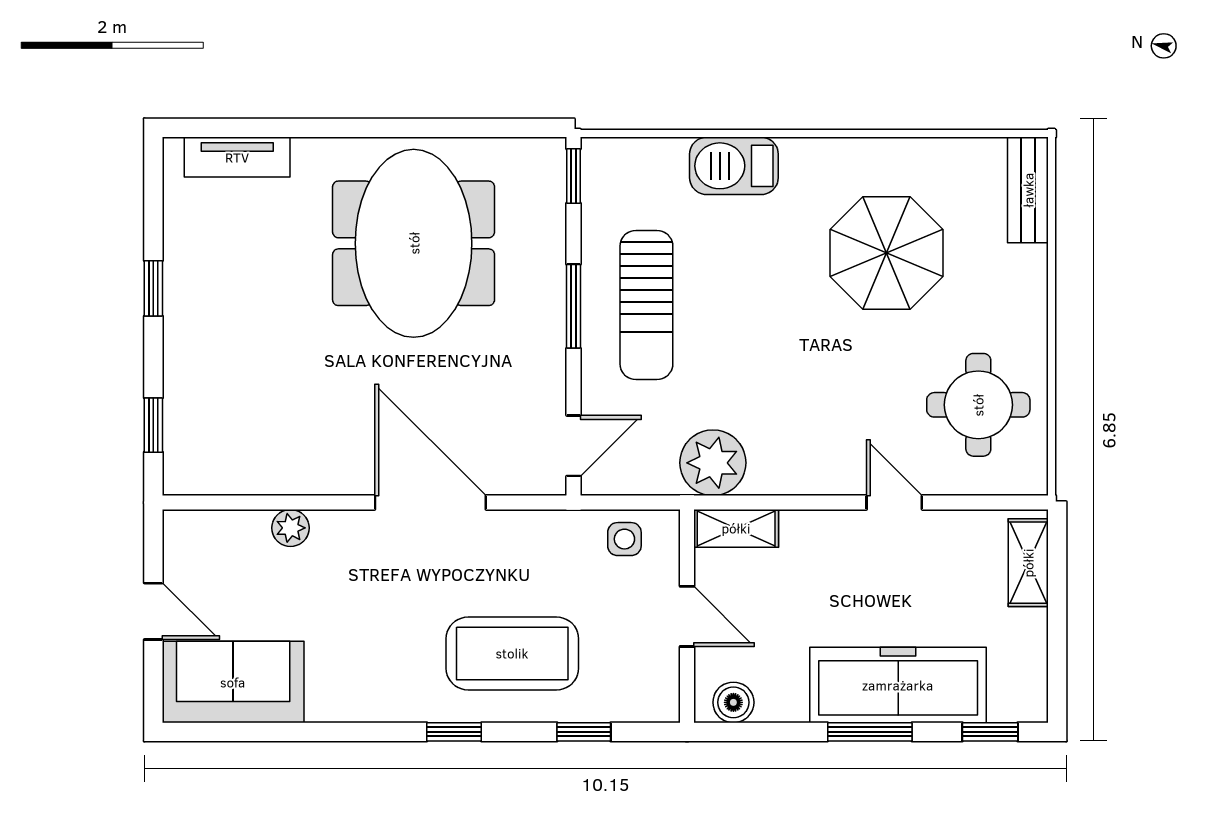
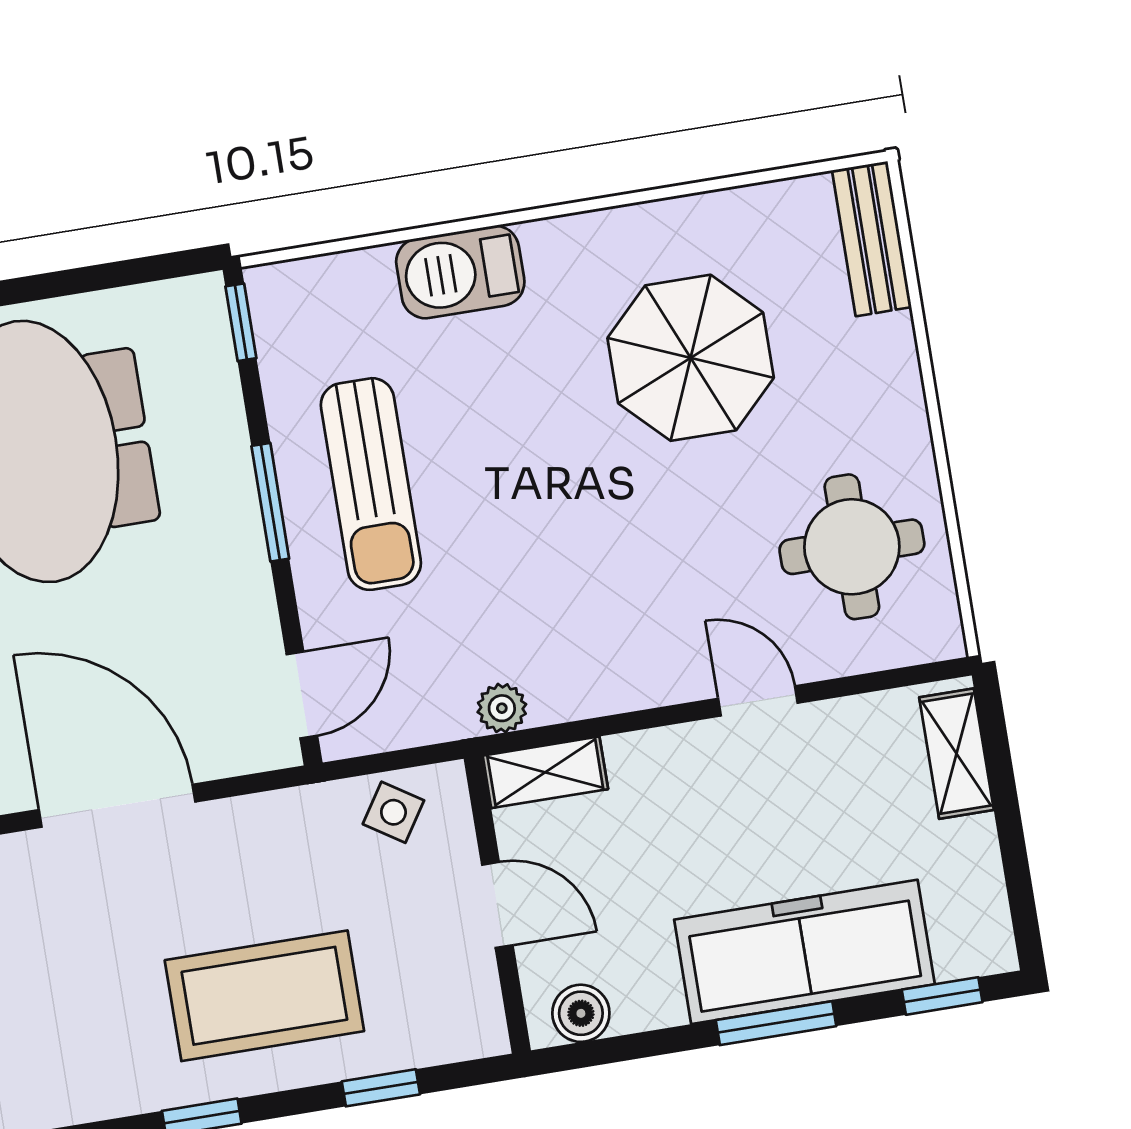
plant: (713, 463) -> (502, 708), width x0.53, depth x0.53
side table: (624, 539) -> (393, 812), turned 33

